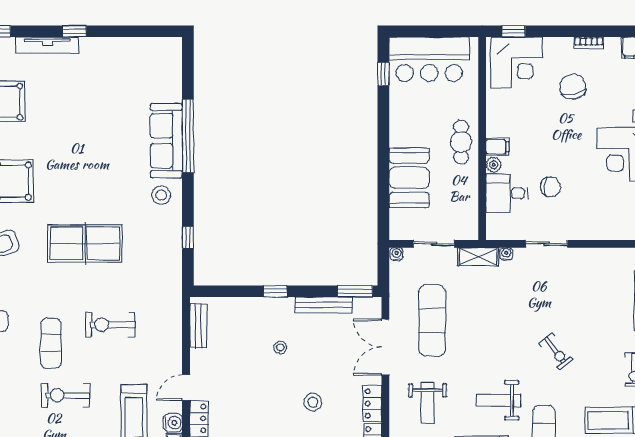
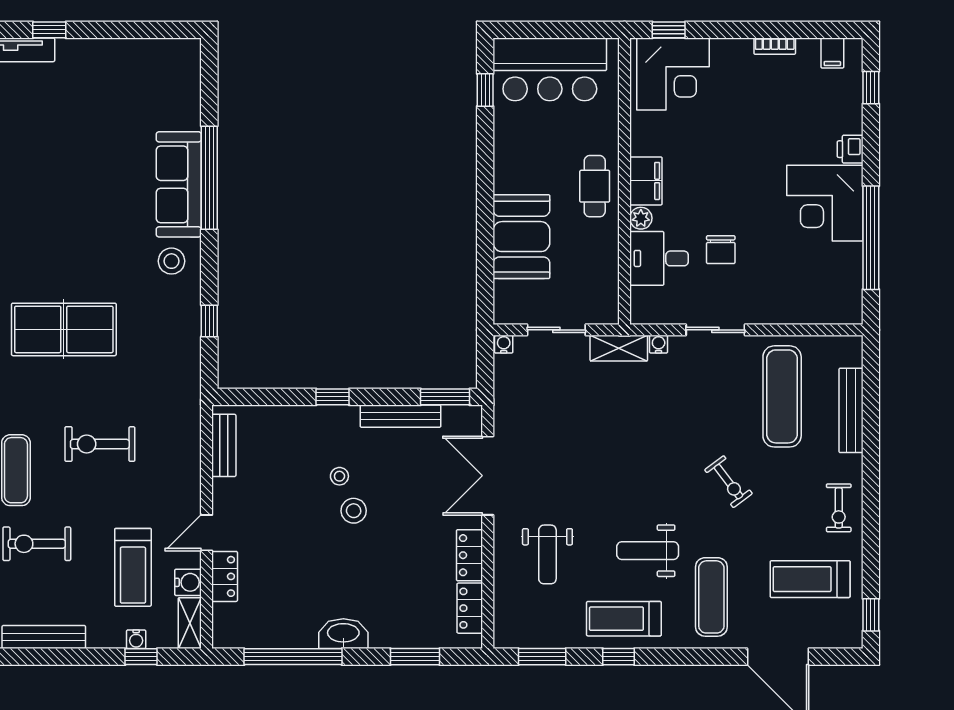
chair: (573, 86) -> (752, 108), removed
filing cabinet: (497, 147) -> (646, 181), width x2.00
chair: (550, 187) -> (721, 250), turned 88
exercise mat: (432, 320) -> (782, 396), moved
stool: (313, 402) -> (354, 511), moved

